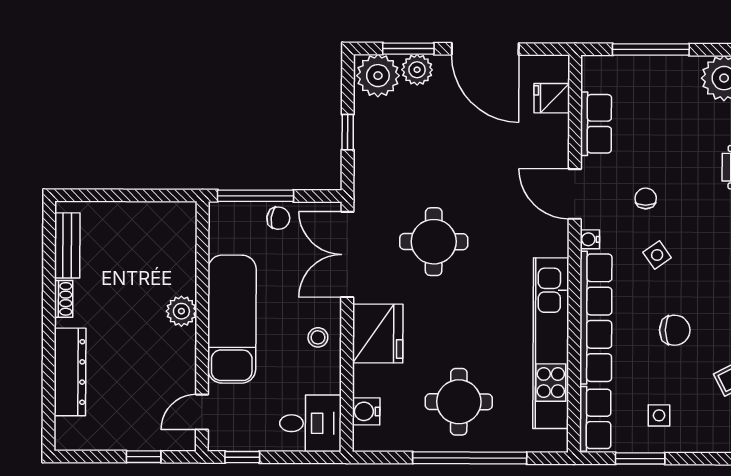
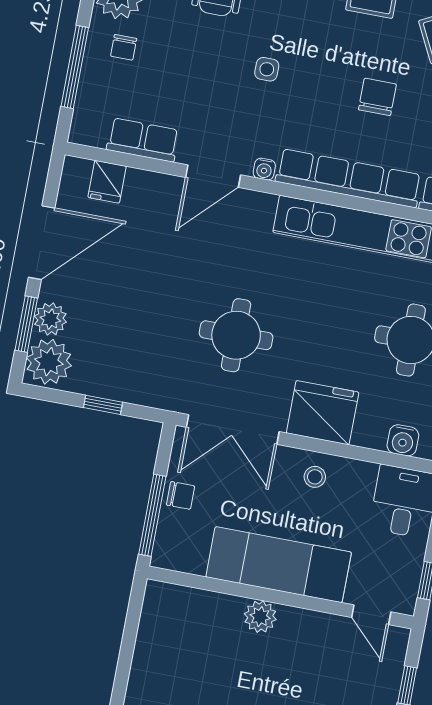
chair: (646, 198) -> (124, 47), moved, turned -90
chair: (278, 218) -> (181, 495), turned 82
side table: (657, 255) -> (267, 69), moved, turned 35

